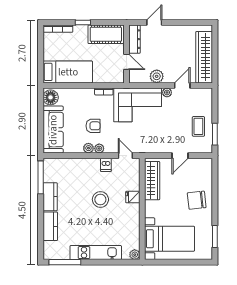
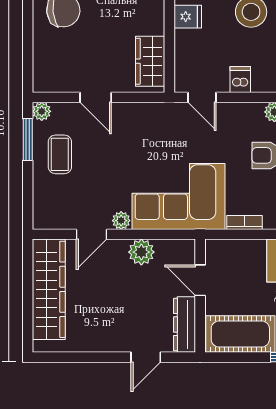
plant: (99, 148) -> (42, 111), moved
door: (180, 156) -> (96, 97), swing flipped
wardrobe: (152, 181) -> (150, 61), width x0.67

